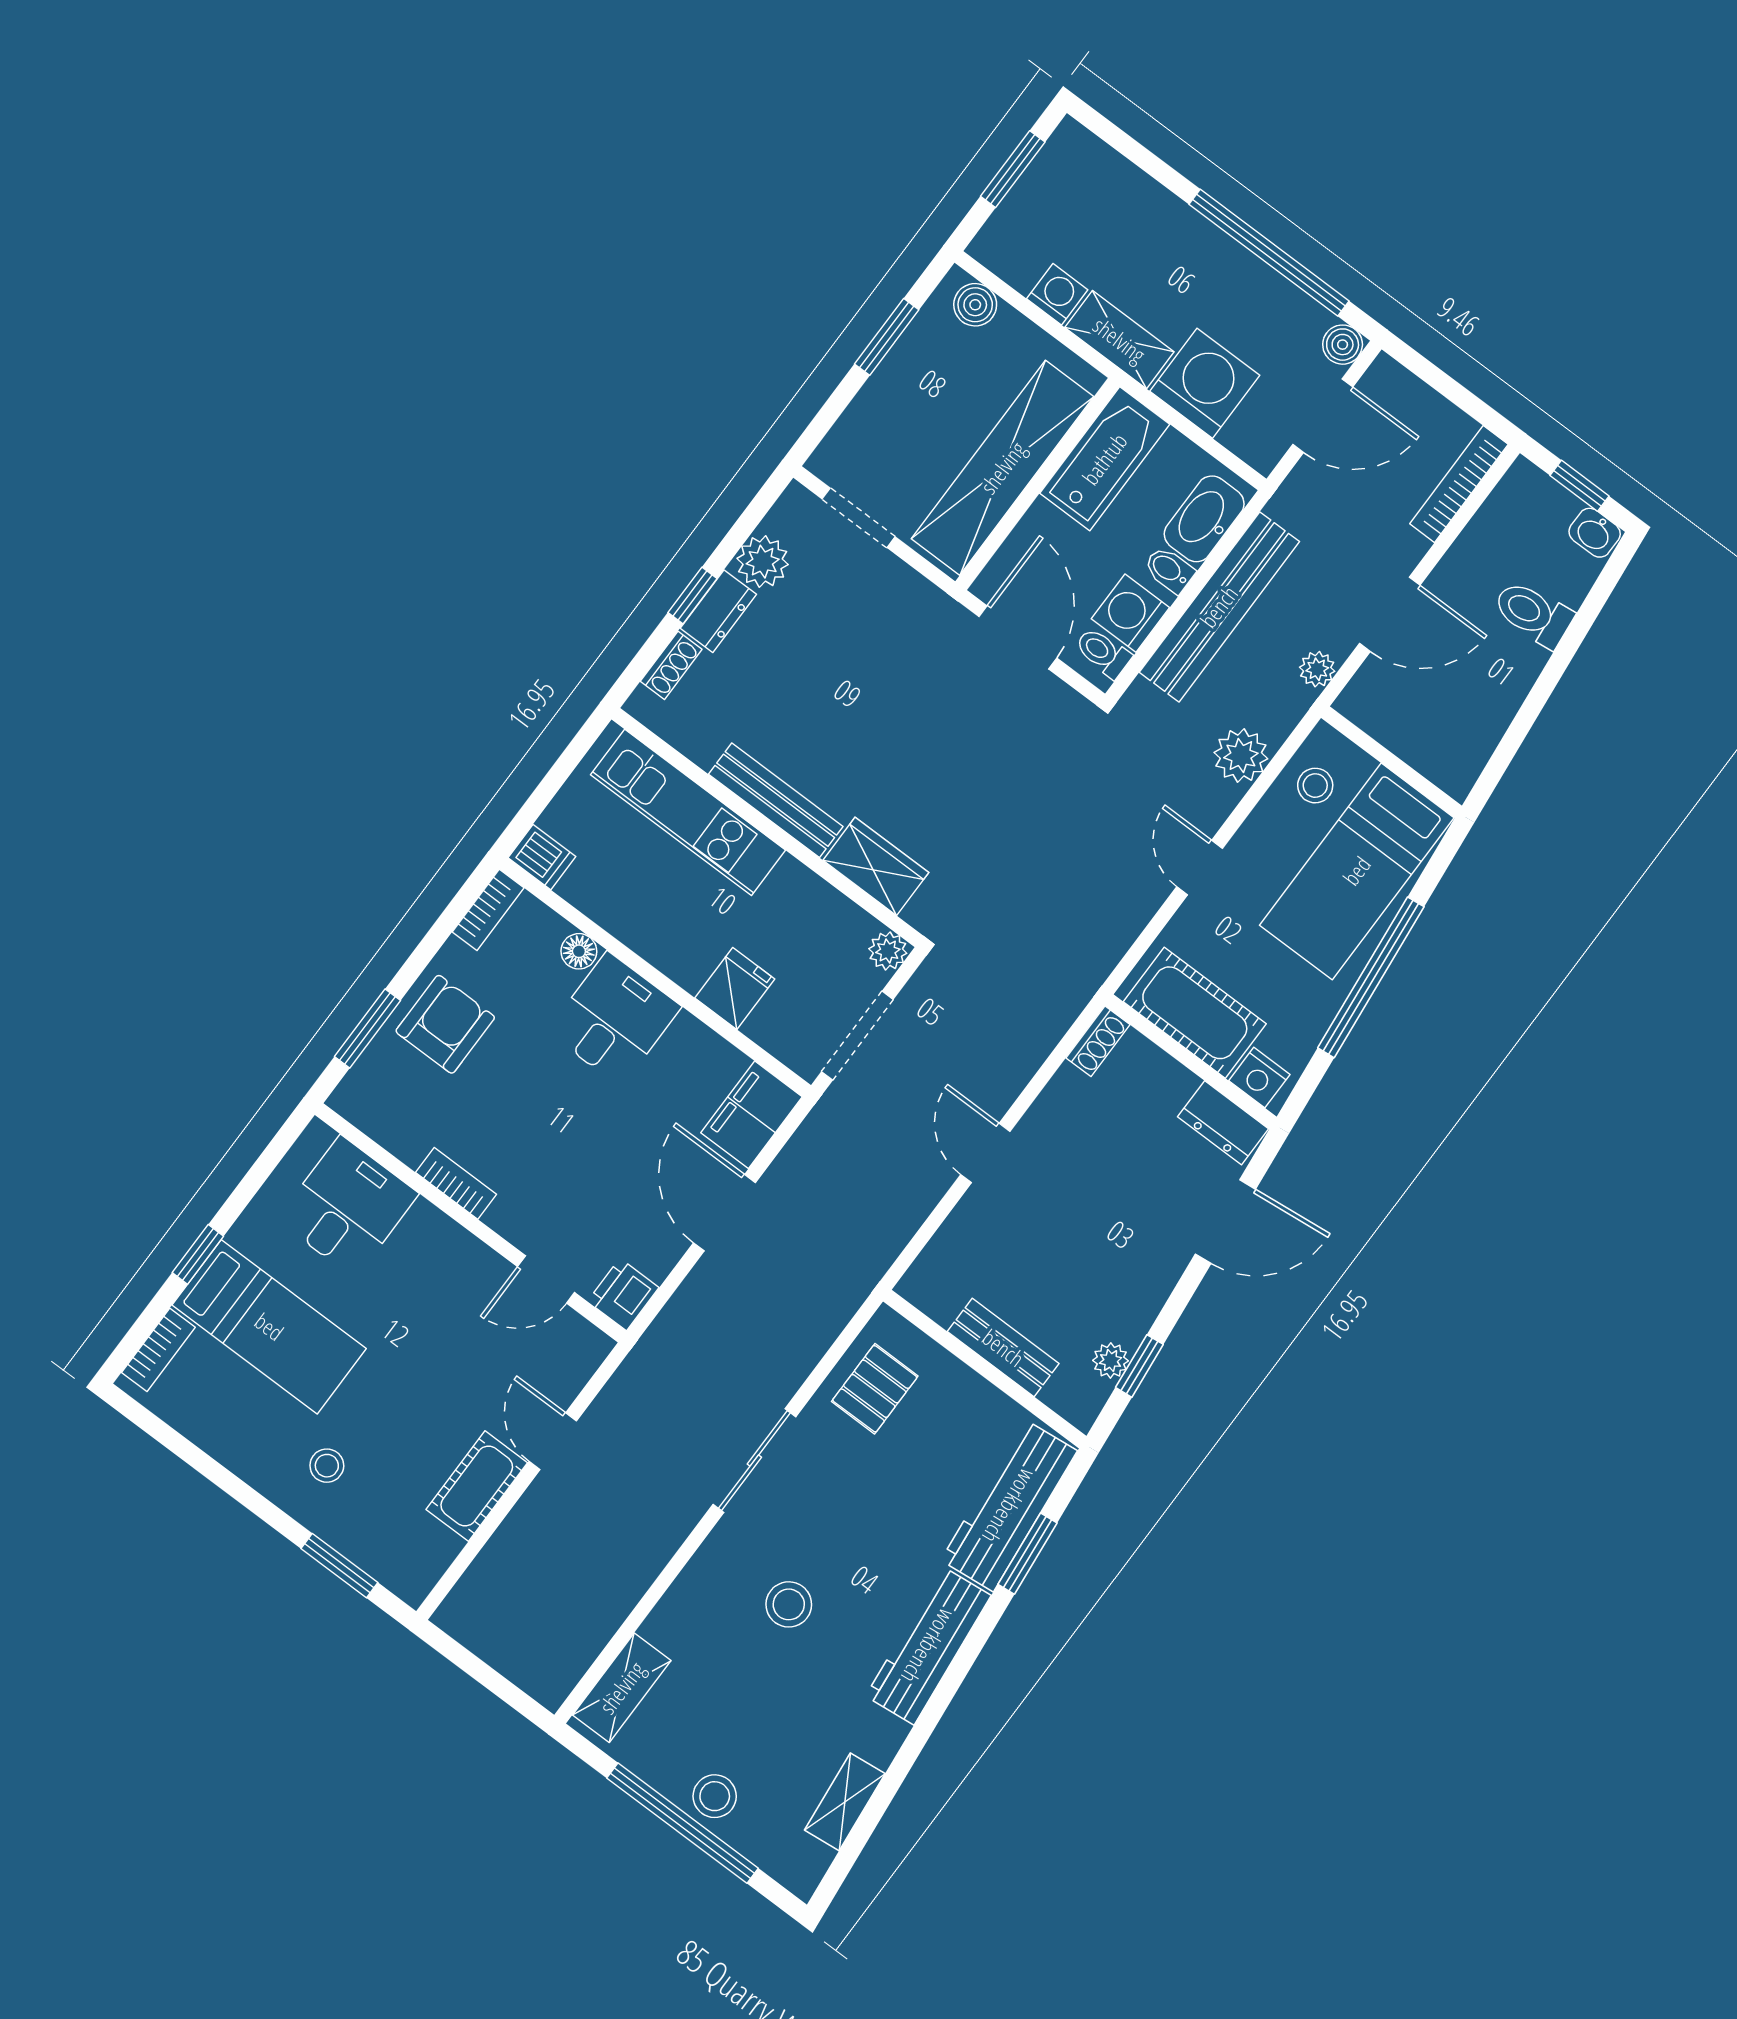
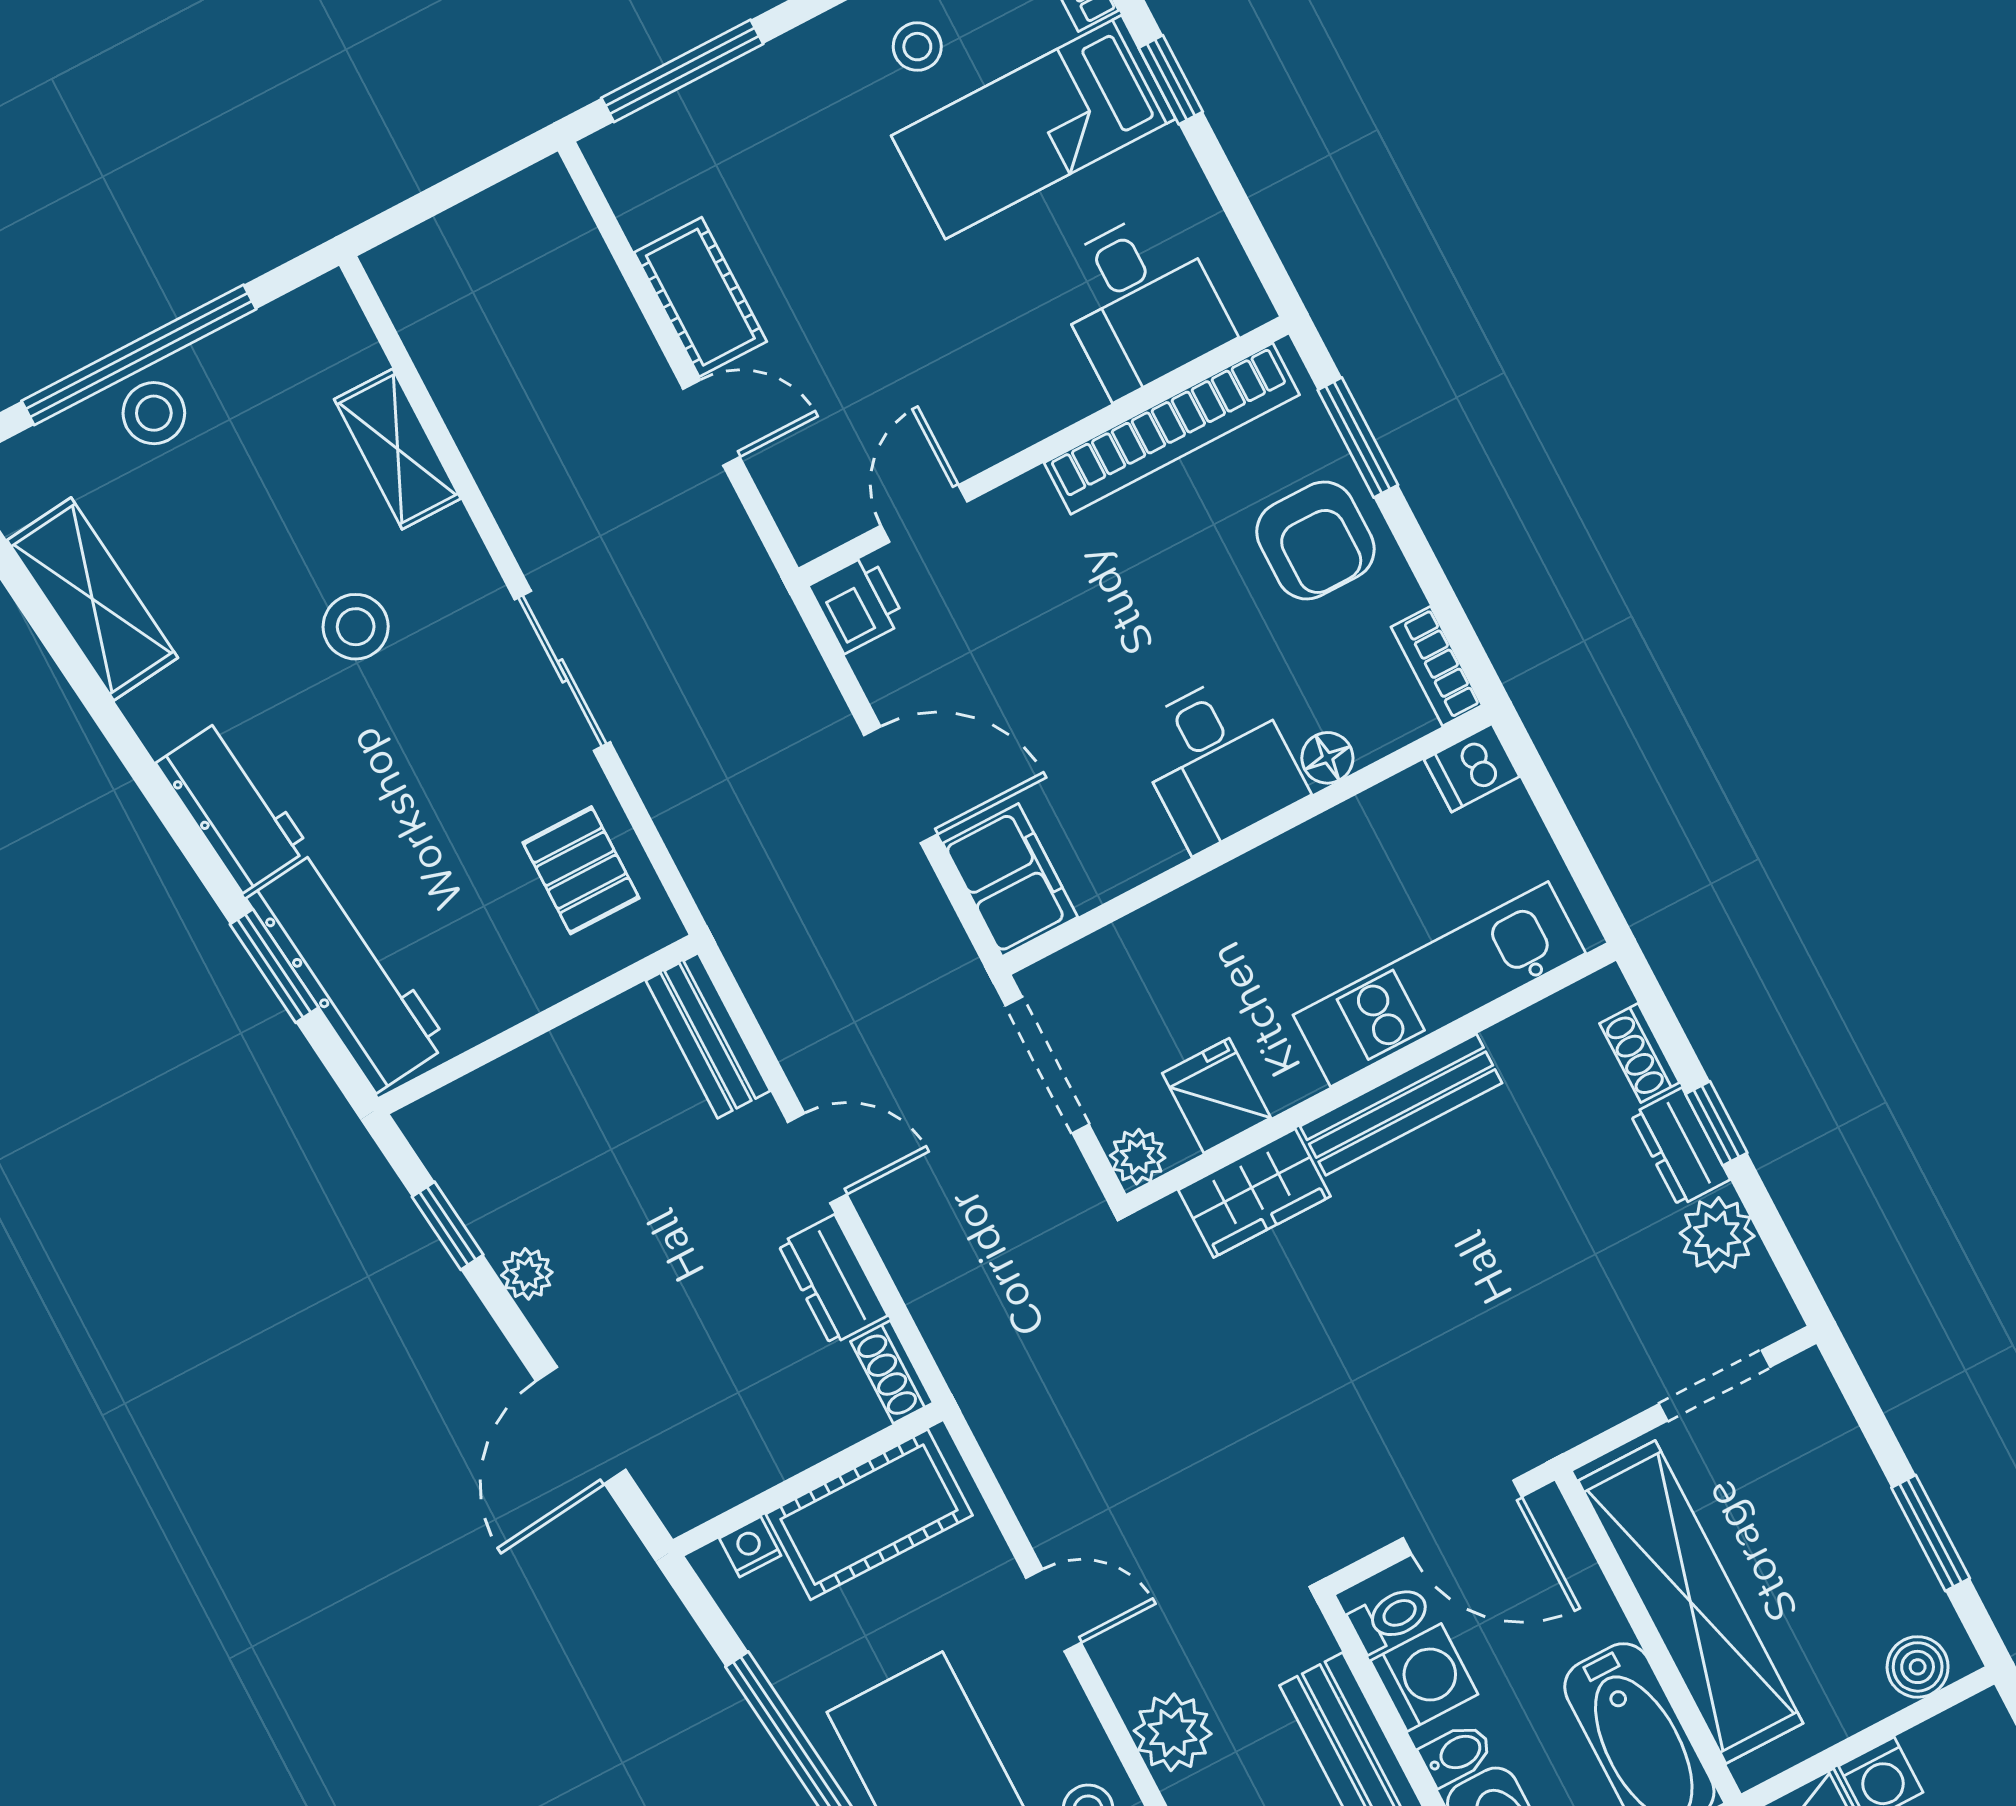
fridge: (735, 989) -> (1217, 1096), moved, turned 180
nightstand: (1259, 1078) -> (750, 1547), width x0.72, depth x0.74
dresser: (1223, 1123) -> (833, 1280), moved, turned -90
bookcase: (456, 1183) -> (1172, 429), width x2.31, depth x1.31
bench: (1003, 1348) -> (708, 1036), moved, turned 90
plant: (1111, 1361) -> (527, 1274), moved
stool: (327, 1466) -> (917, 47), moved
window: (339, 1566) -> (682, 71), width x1.44
workbench: (928, 1646) -> (233, 806), width x0.73
shelving: (622, 1688) -> (398, 449), moved
shelving: (845, 1802) -> (92, 599), width x1.50, depth x1.33

